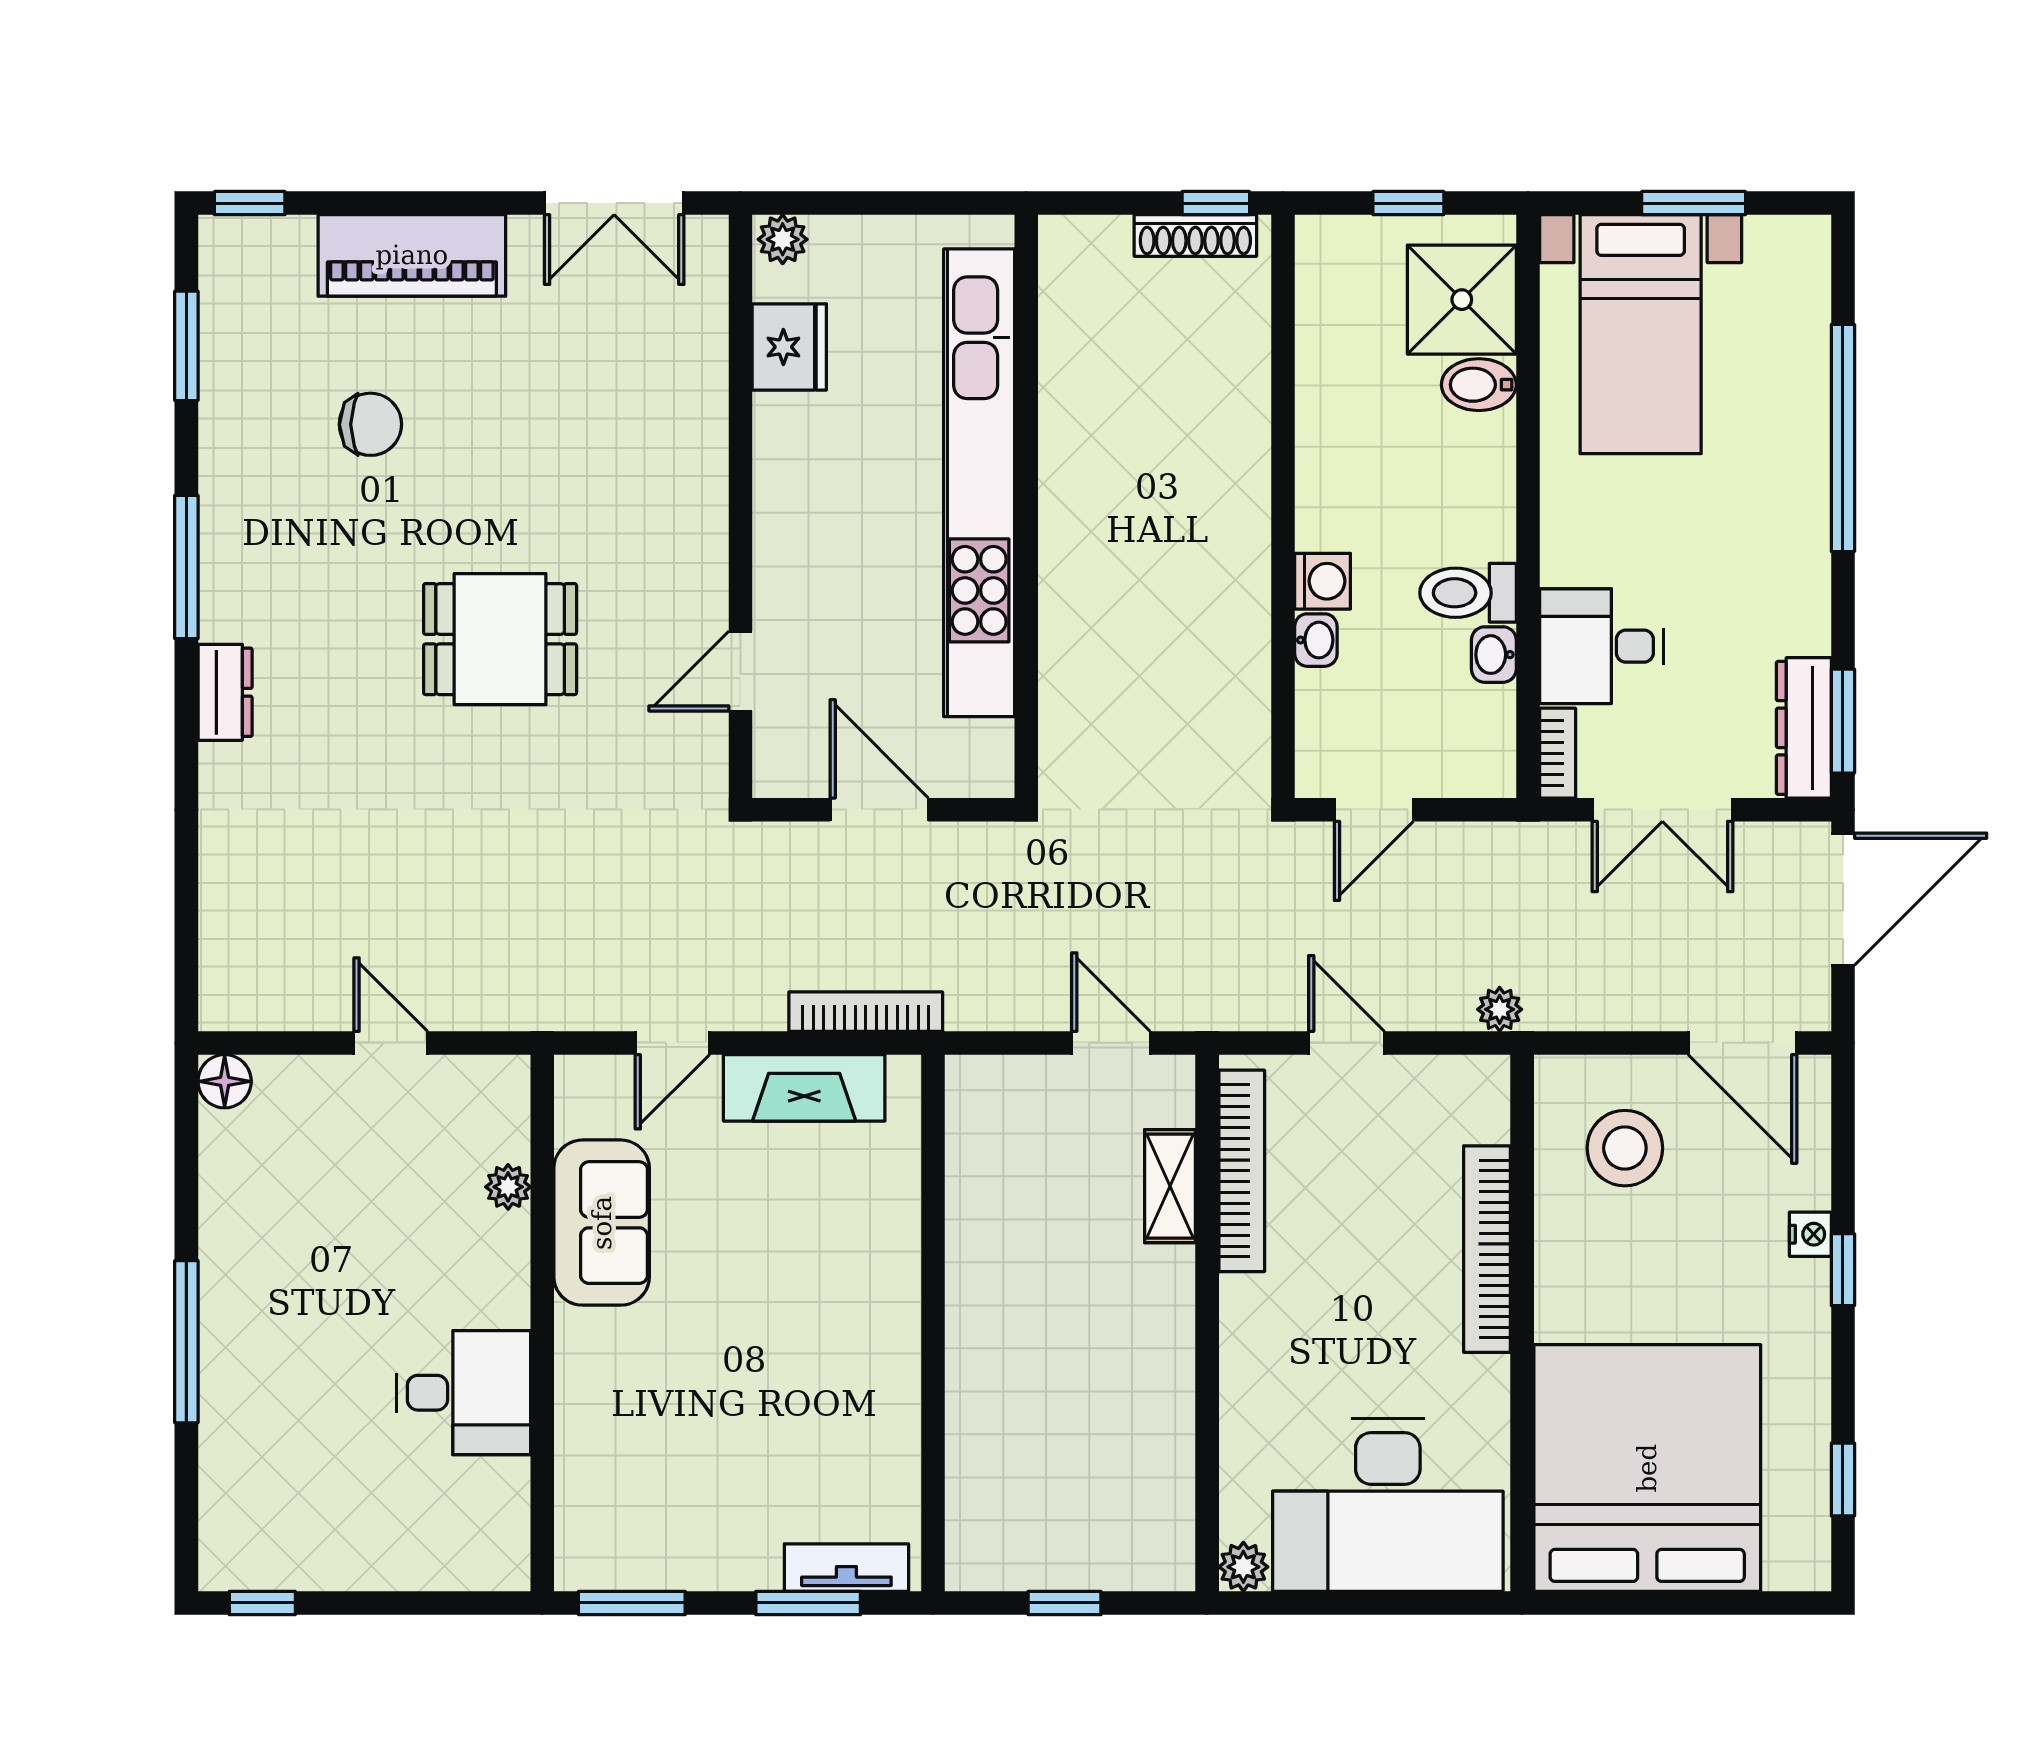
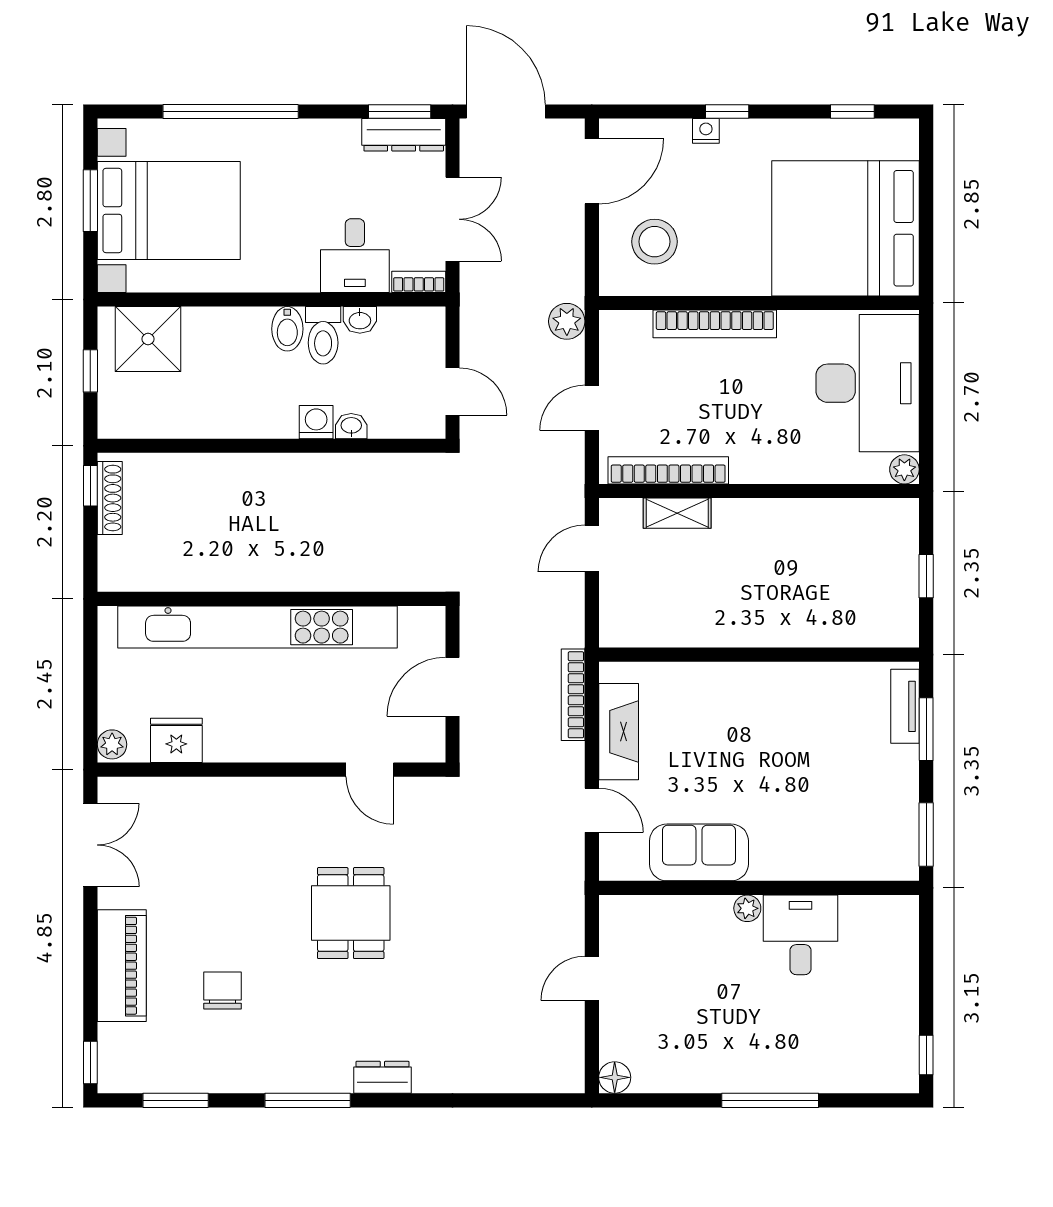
bed with nightstands: (1641, 334) -> (169, 210), width x1.36
bidet: (1479, 385) -> (287, 329), moved
plant: (1500, 1009) -> (567, 321), width x1.38, depth x1.38
plant: (508, 1187) -> (747, 908), moved

